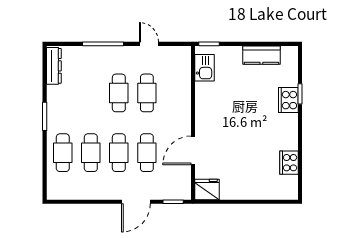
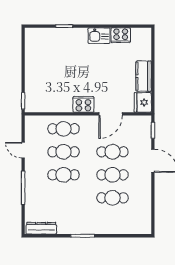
door: (149, 44) -> (23, 150), hinge flipped
kitchen counter: (261, 55) -> (144, 76), moved, turned 180
kitchen sink: (205, 68) -> (99, 36), moved, turned 180
cooker: (288, 100) -> (83, 104), moved, turned 180
door: (193, 150) -> (111, 114), hinge flipped
cafe table: (63, 153) -> (64, 129), moved

